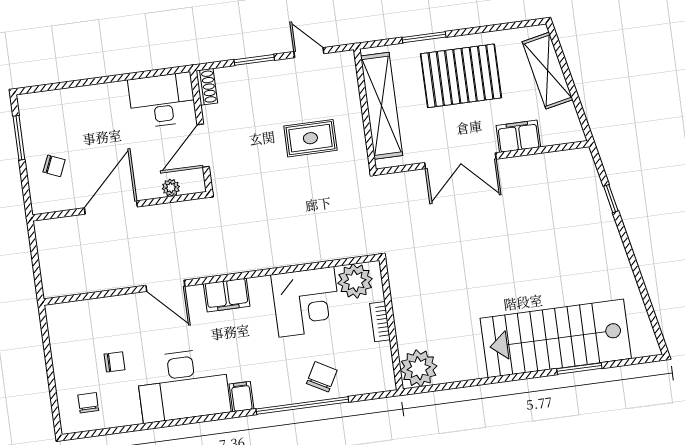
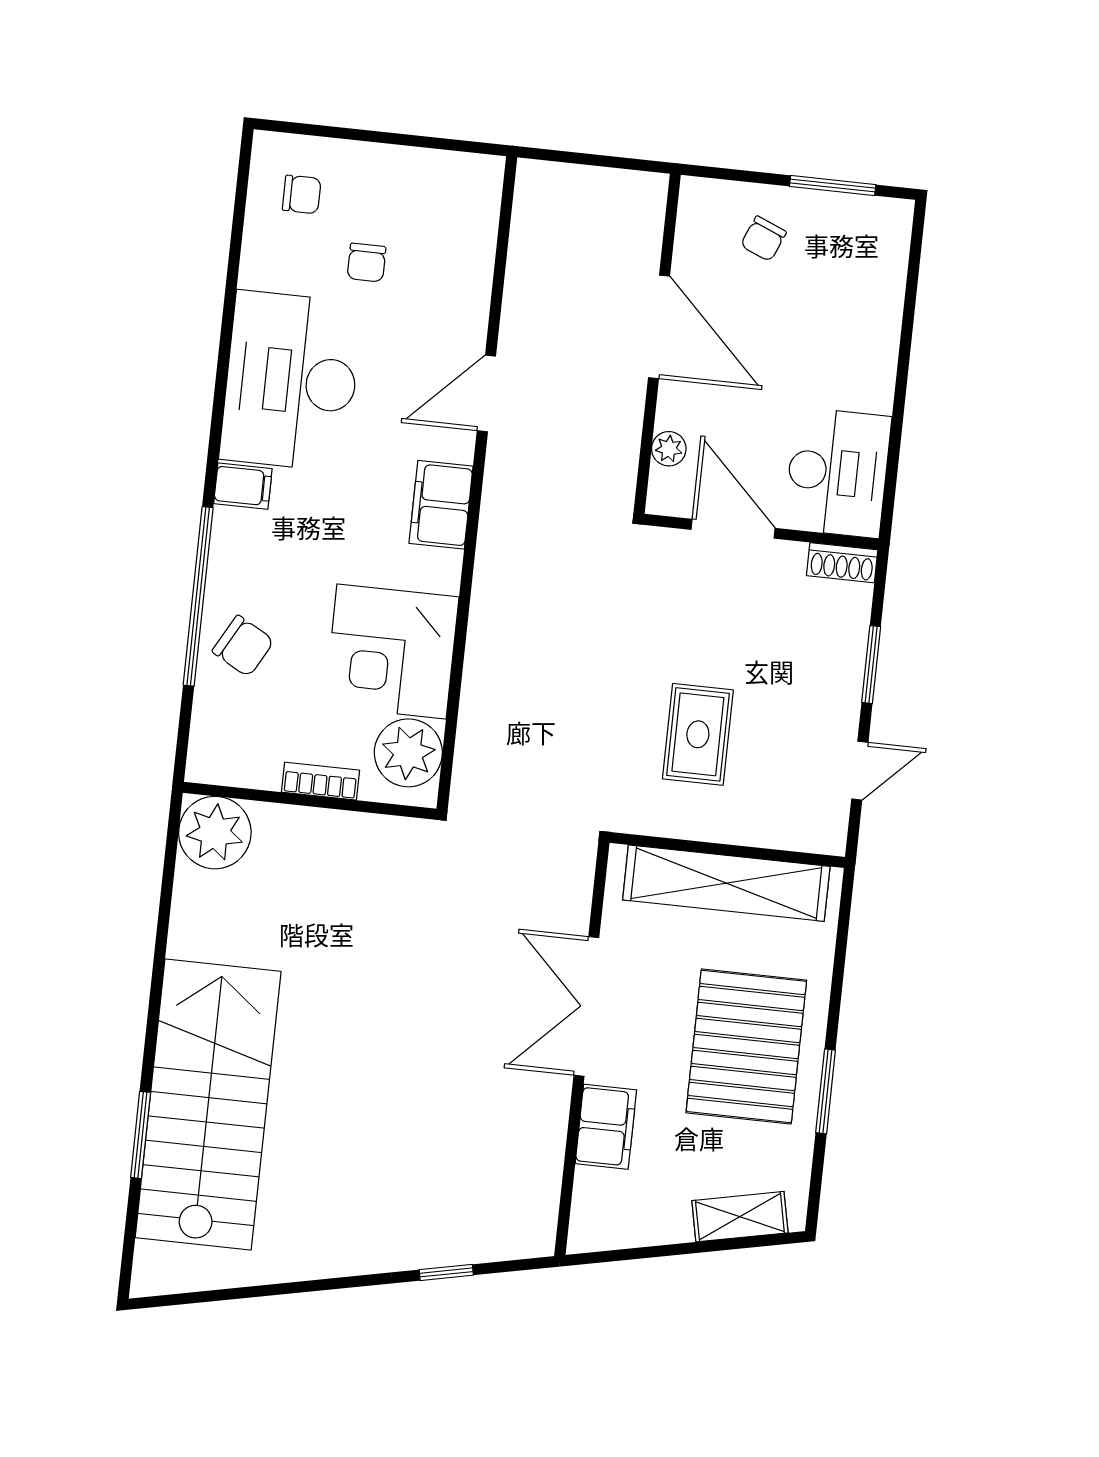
window: (424, 37) -> (826, 1091), moved
shelving: (548, 71) -> (740, 1217), width x0.67, depth x0.75

